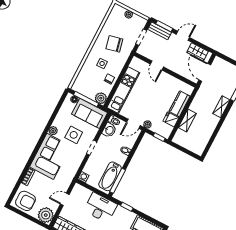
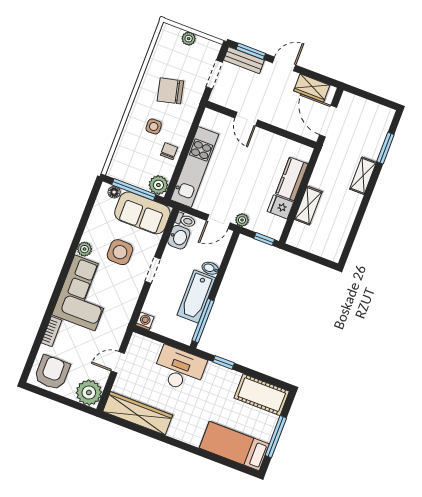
bathtub: (110, 176) -> (196, 296), moved
armchair: (26, 201) -> (52, 373), turned -90

